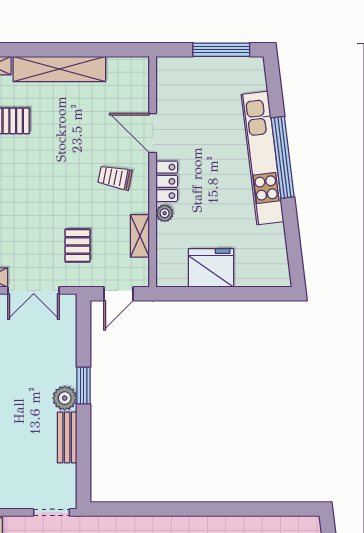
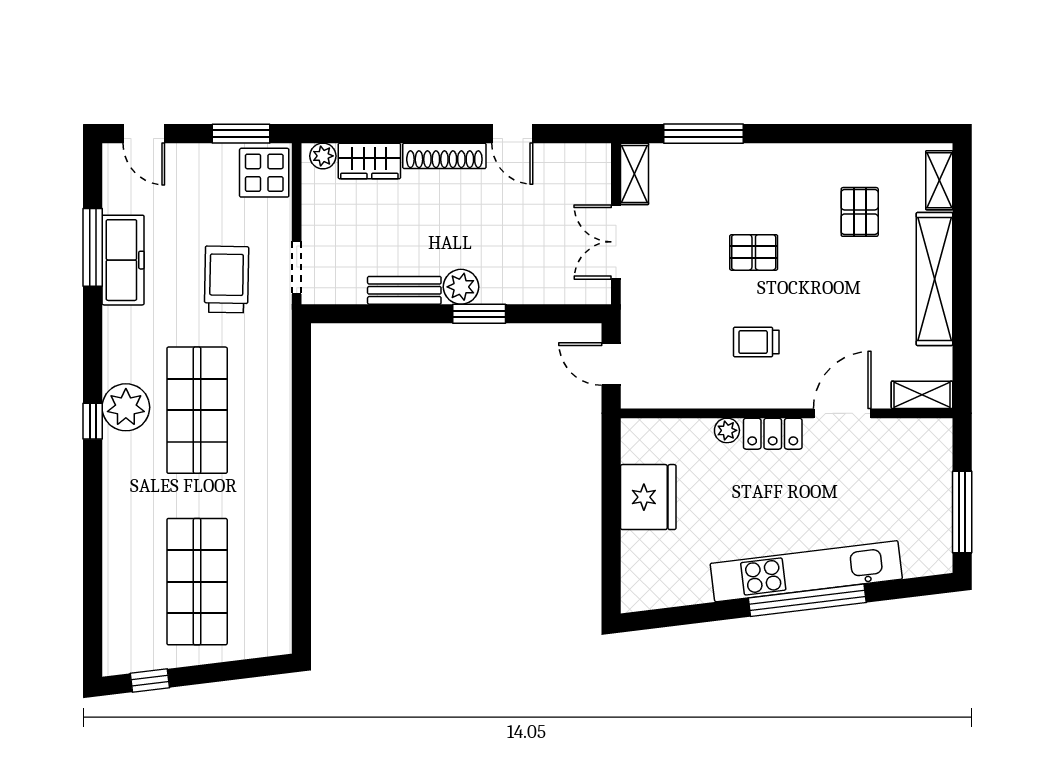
trolley: (115, 177) -> (756, 342), moved, turned -101
shelving: (140, 236) -> (922, 395), moved
pallet: (78, 246) -> (754, 252), moved

